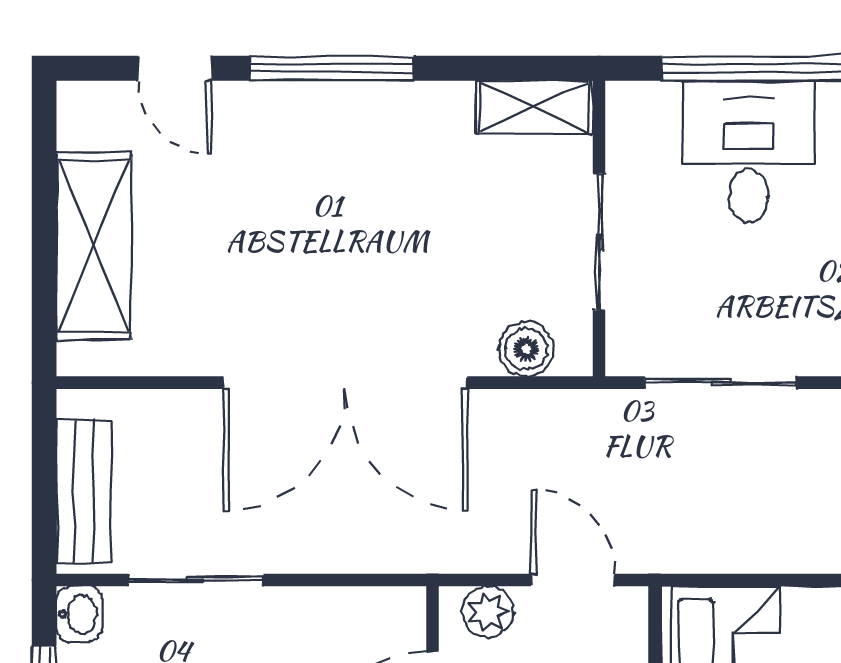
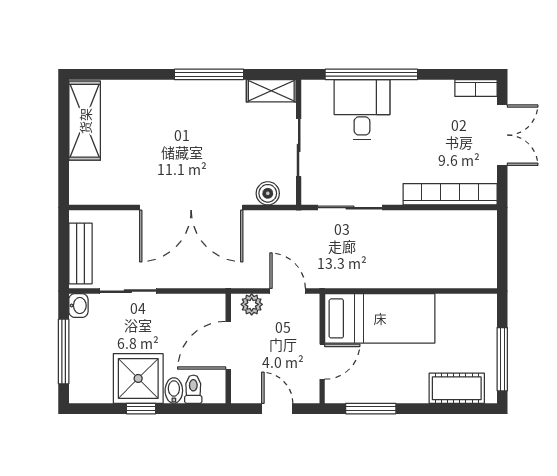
door: (175, 68) -> (119, 74), removed
window: (331, 68) -> (209, 74), moved
shelving: (94, 246) -> (85, 121), moved

